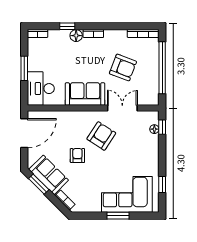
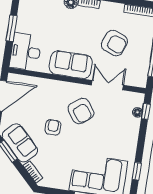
armchair: (101, 136) -> (81, 111), turned 110

